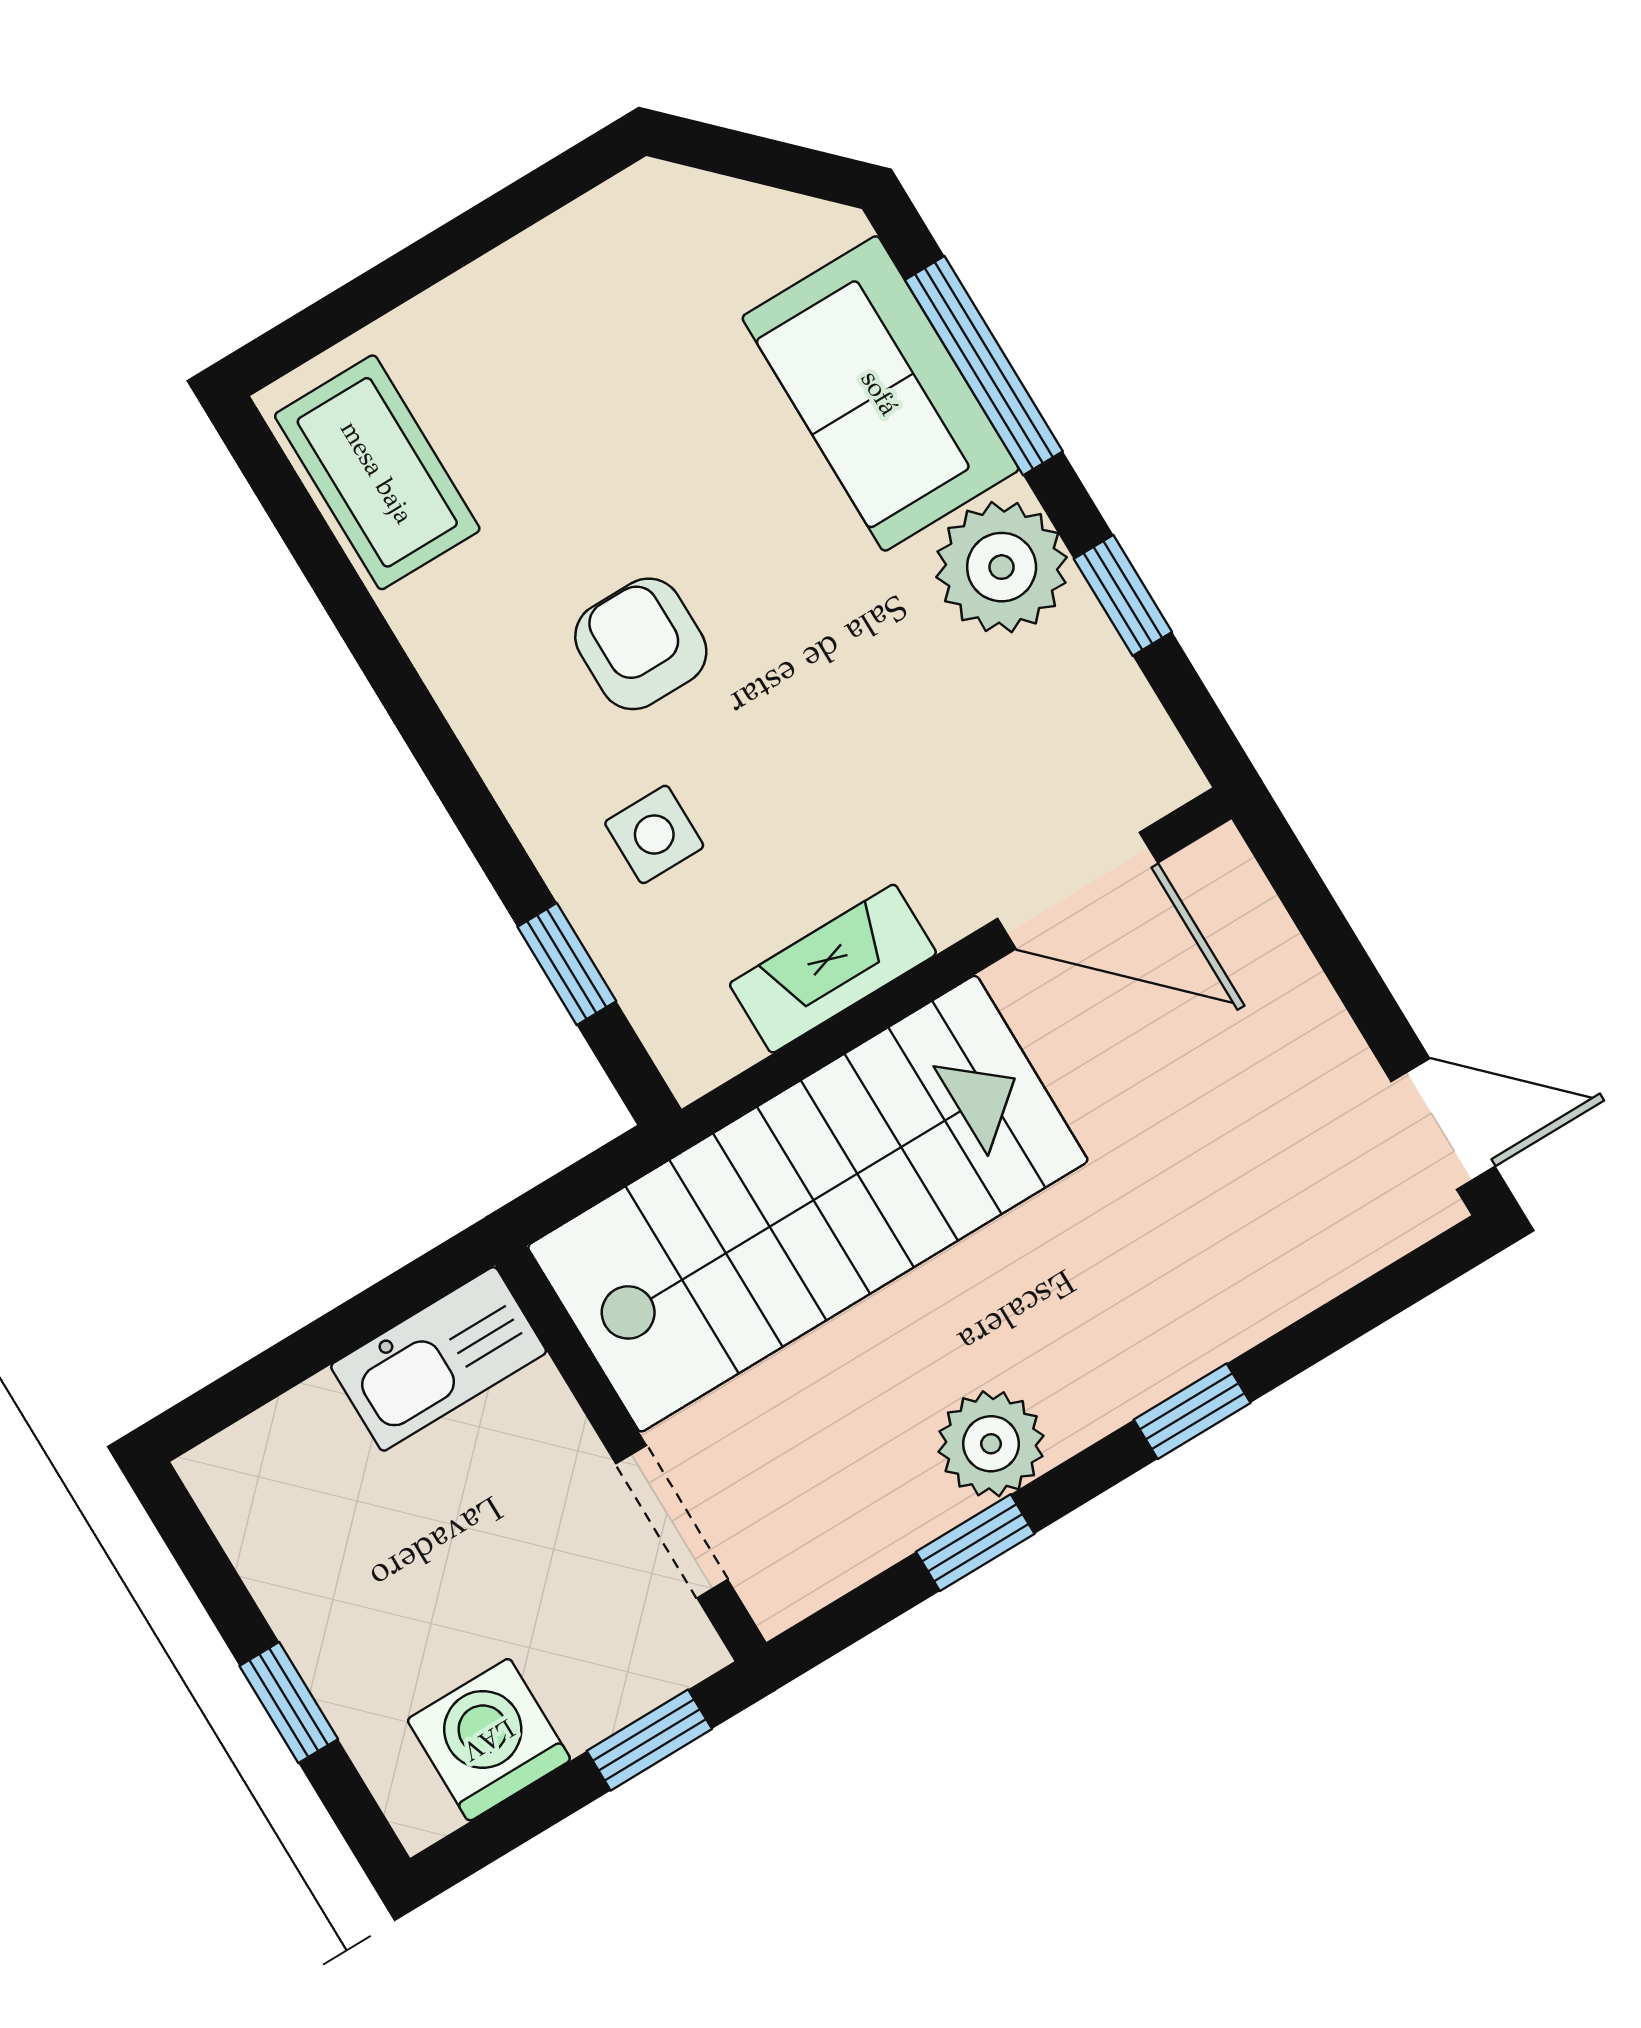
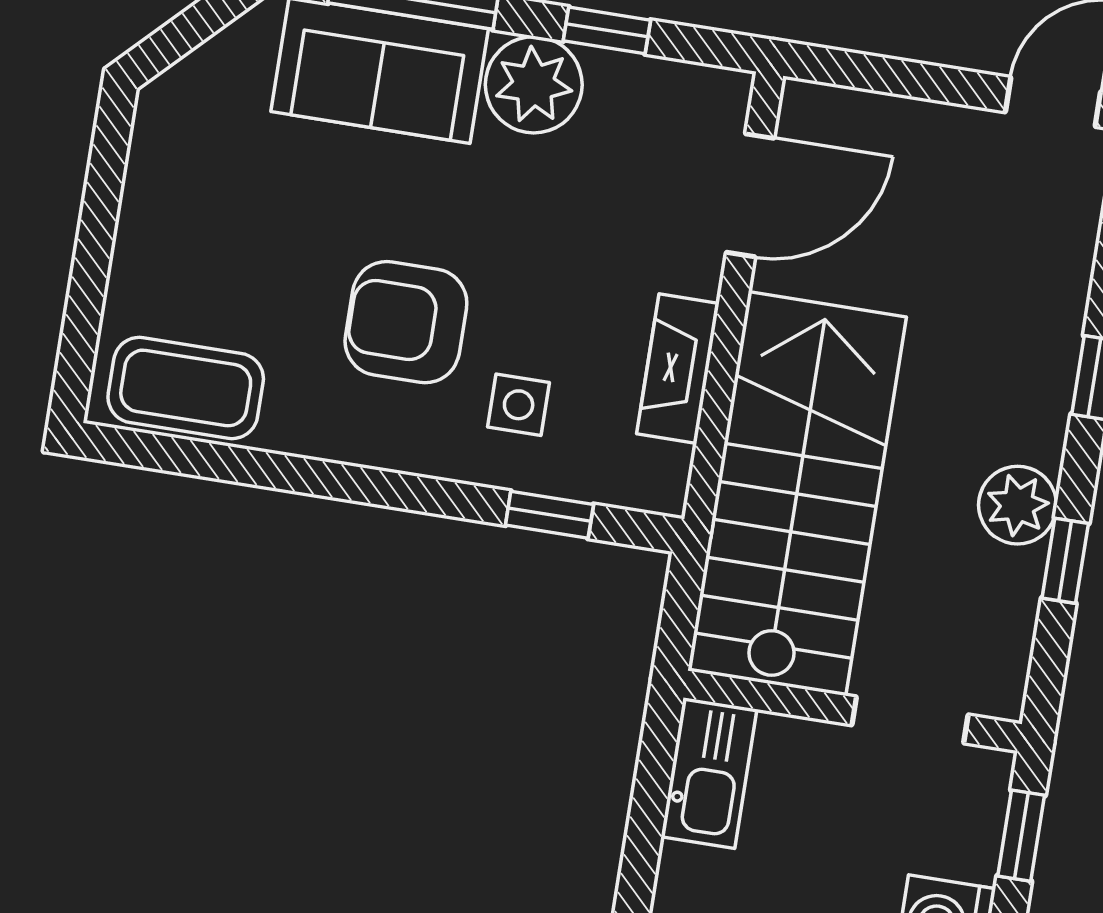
armchair: (641, 644) -> (406, 322), width x1.38, depth x1.38

